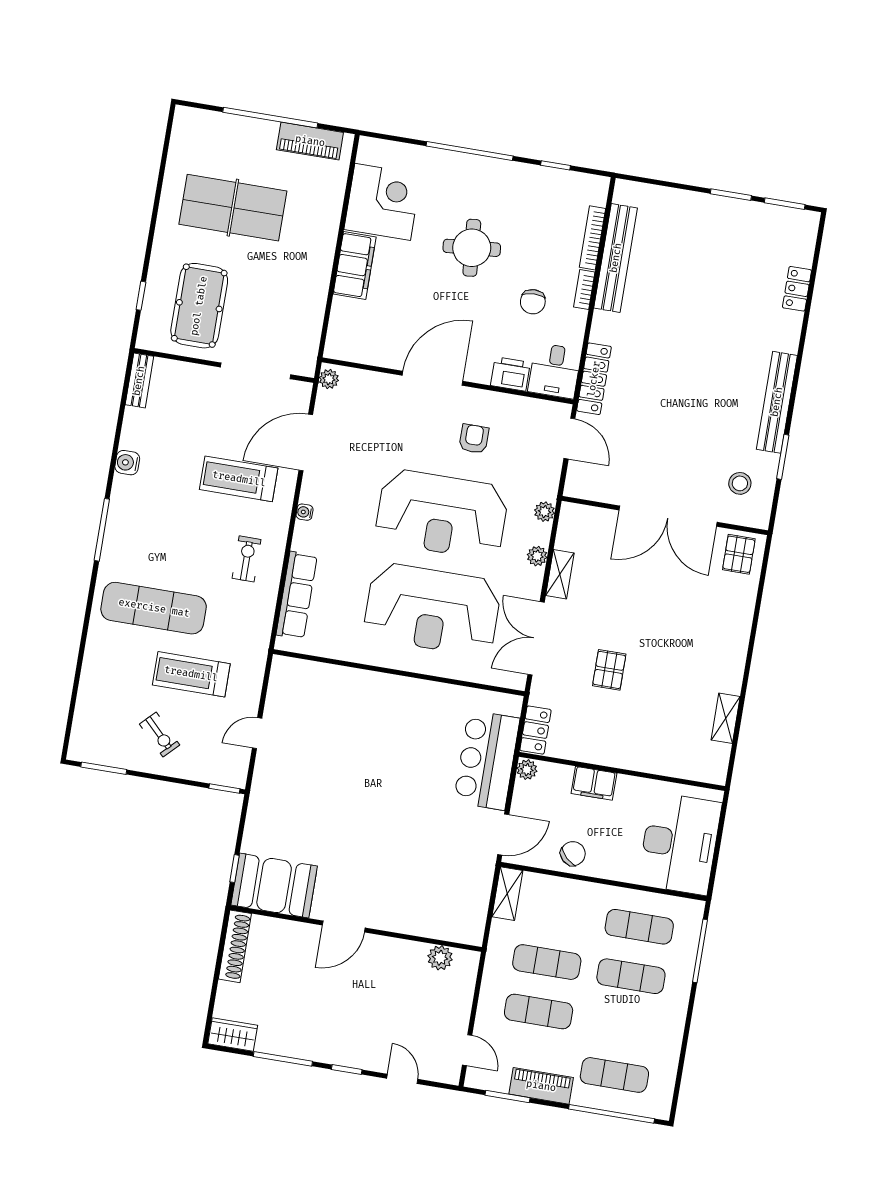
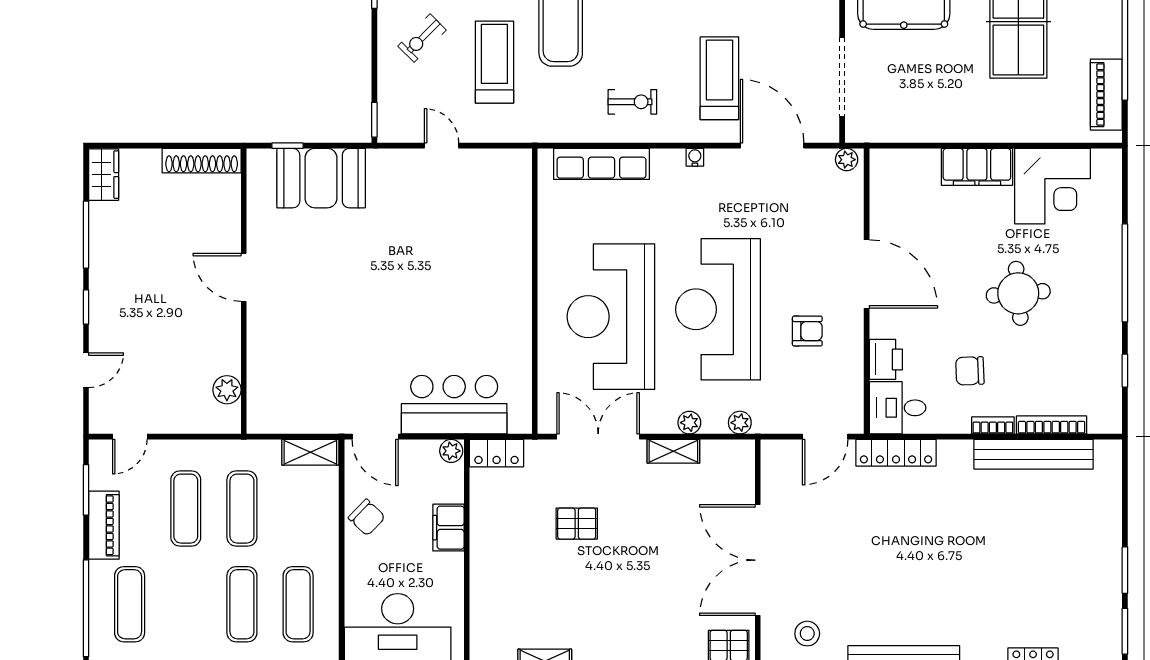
booth: (274, 886) -> (321, 178), moved, turned 90

